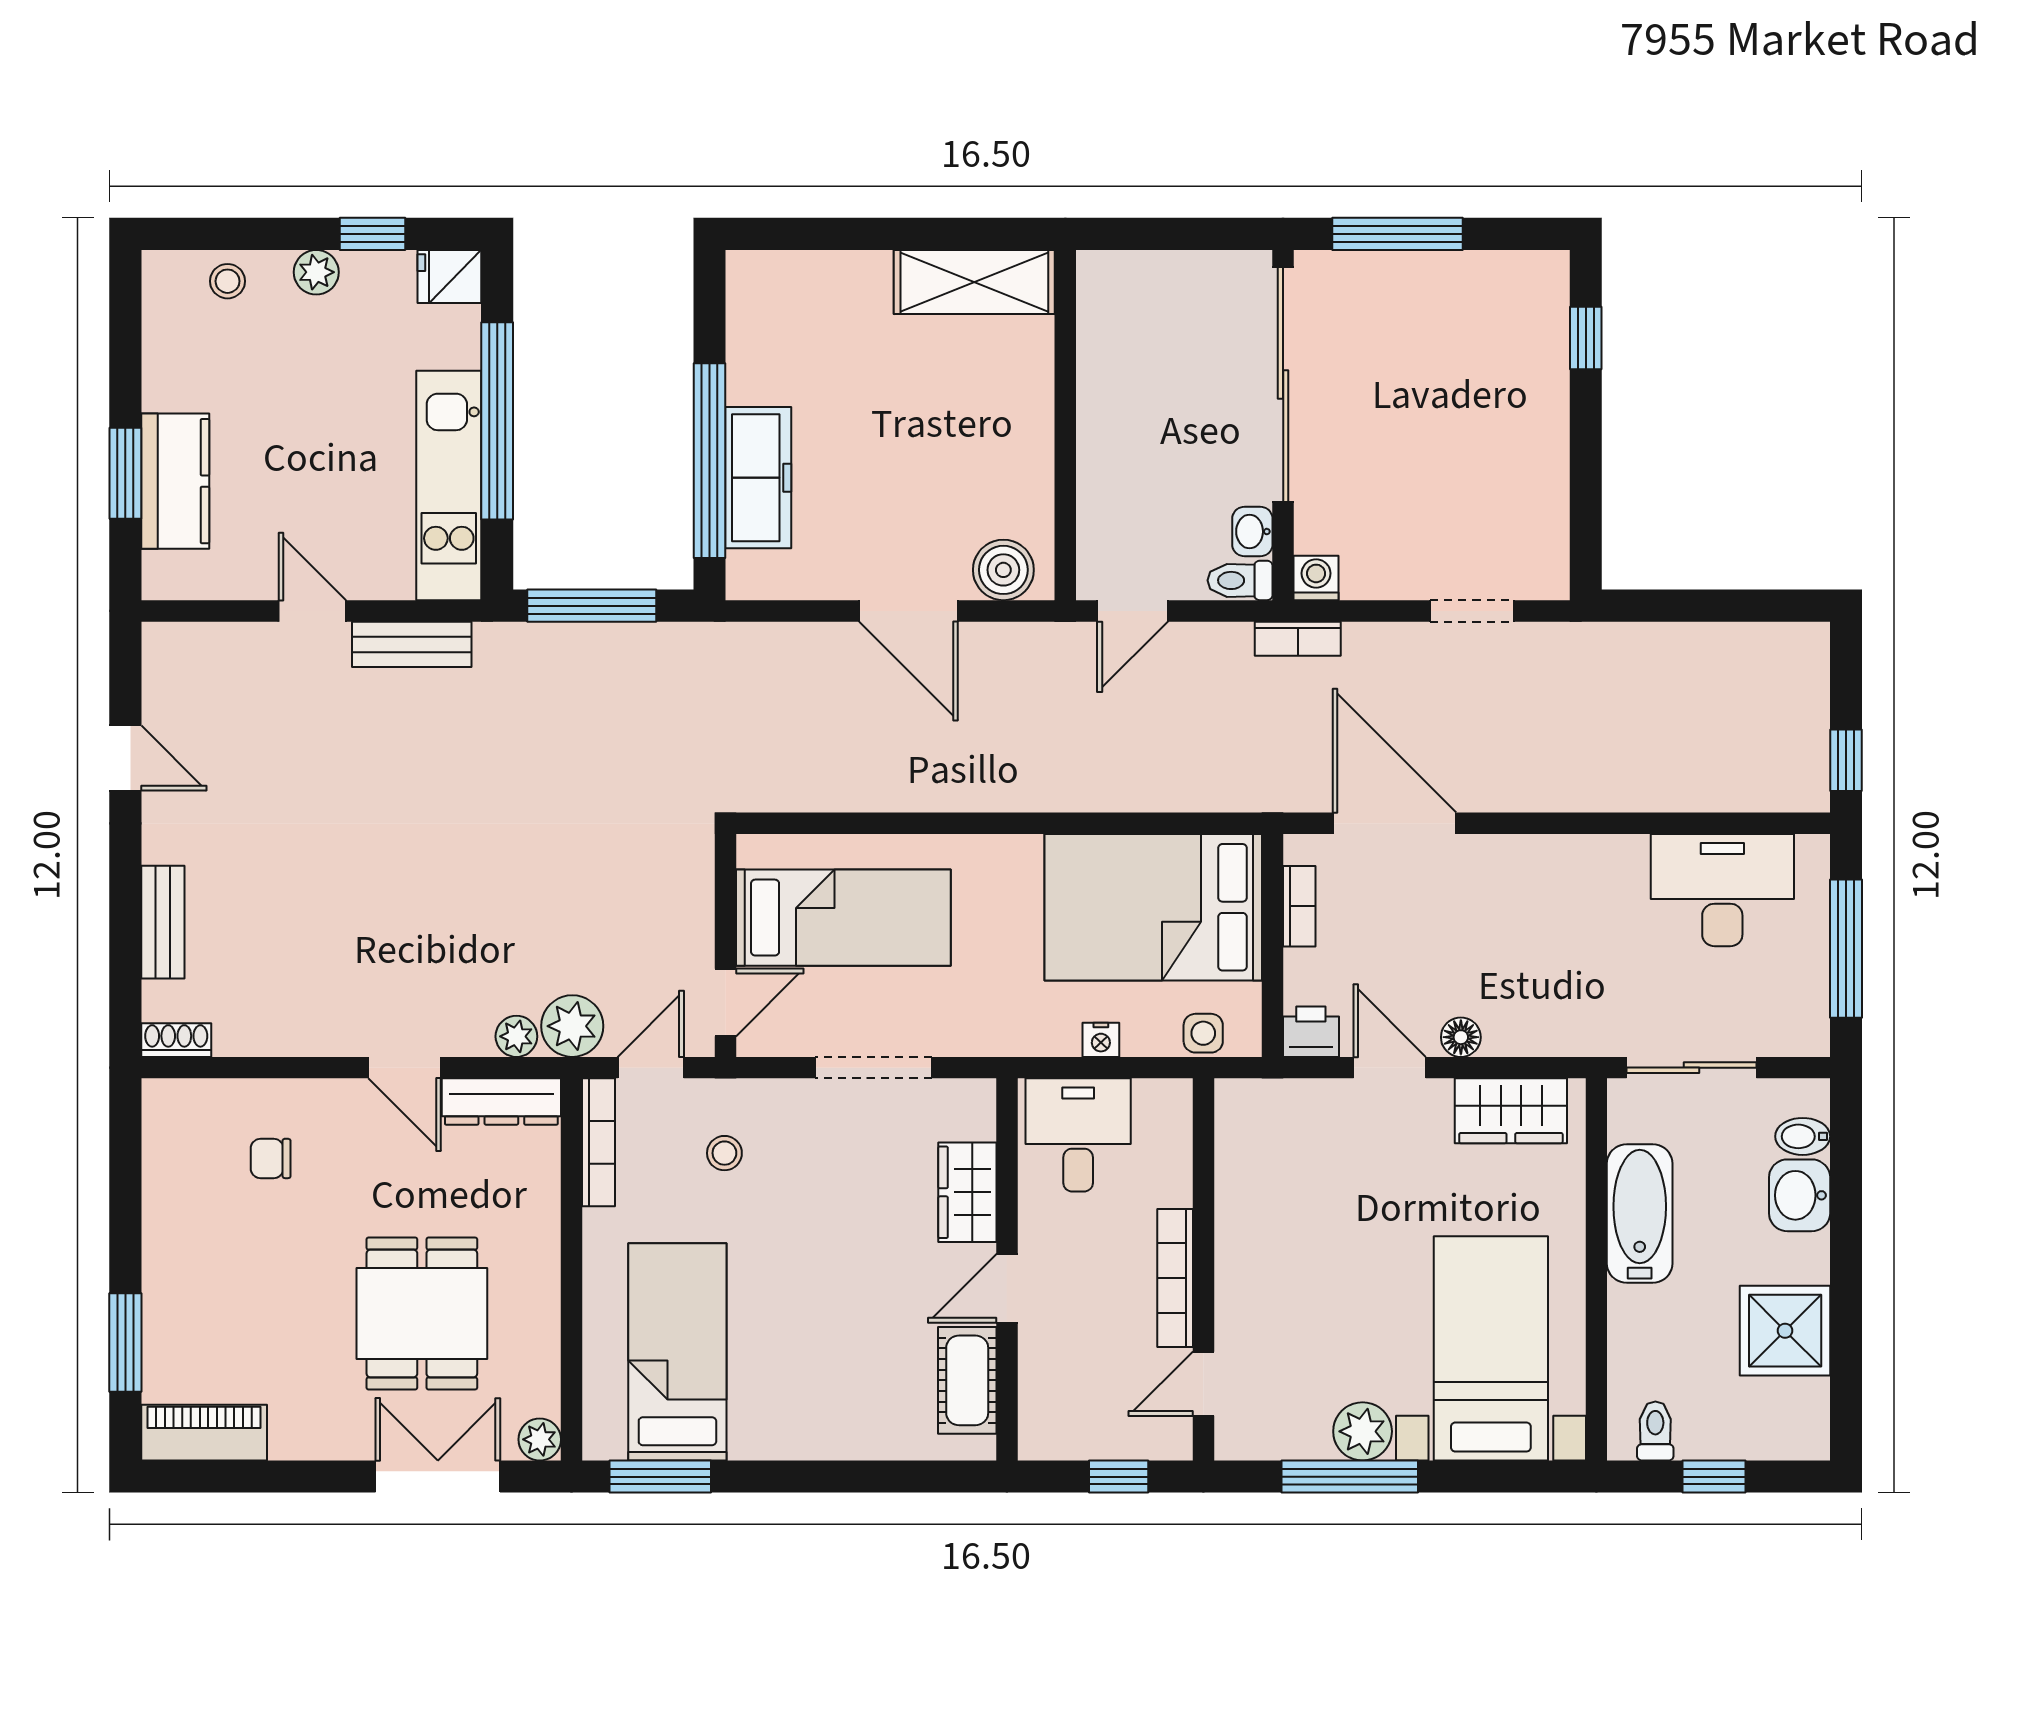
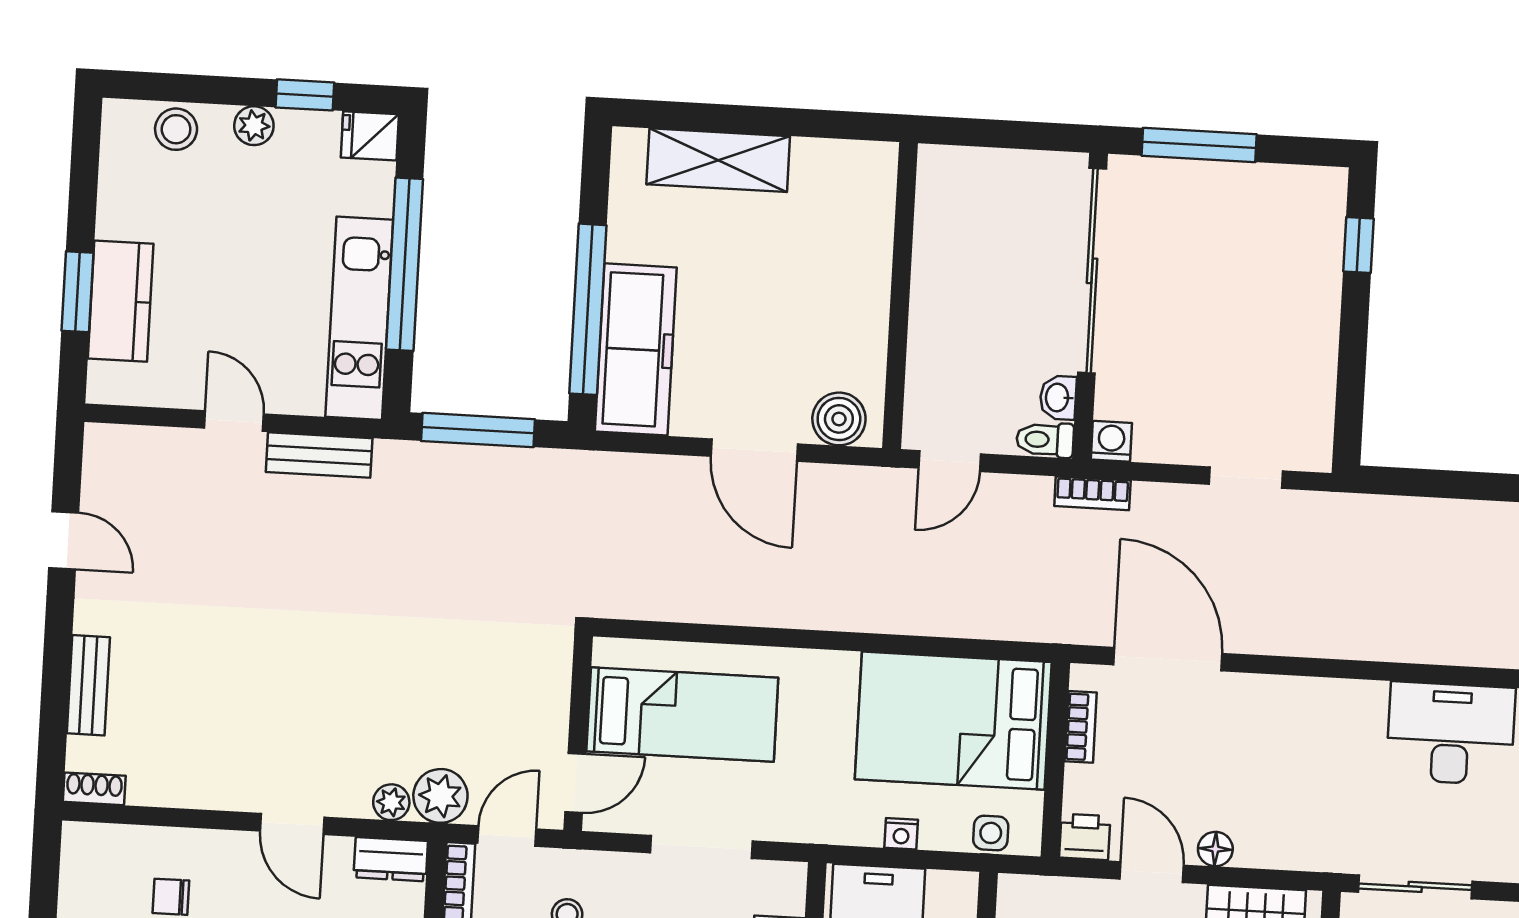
stool: (228, 281) -> (176, 129), width x1.37, depth x1.37
shelving: (974, 282) -> (718, 160), moved
freezer: (758, 478) -> (636, 349), width x1.36, depth x1.26
dresser: (501, 1102) -> (391, 859), width x0.70

